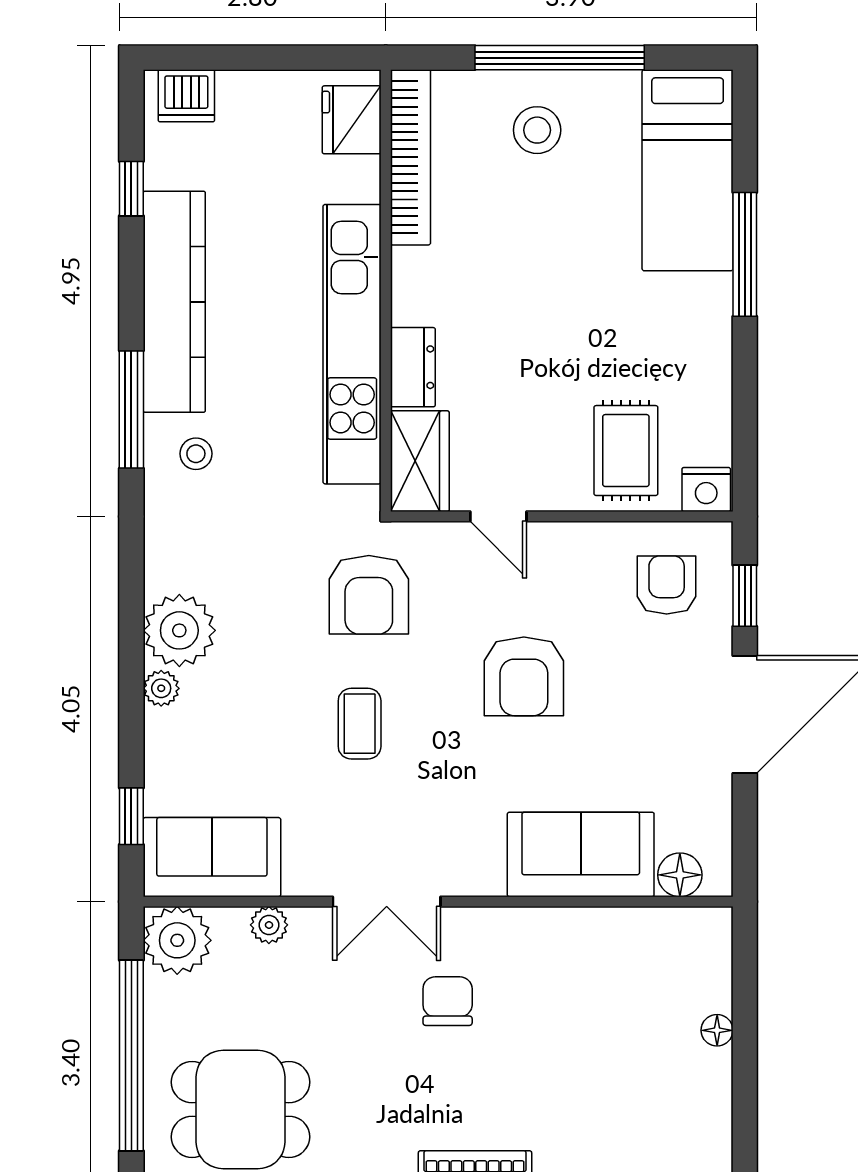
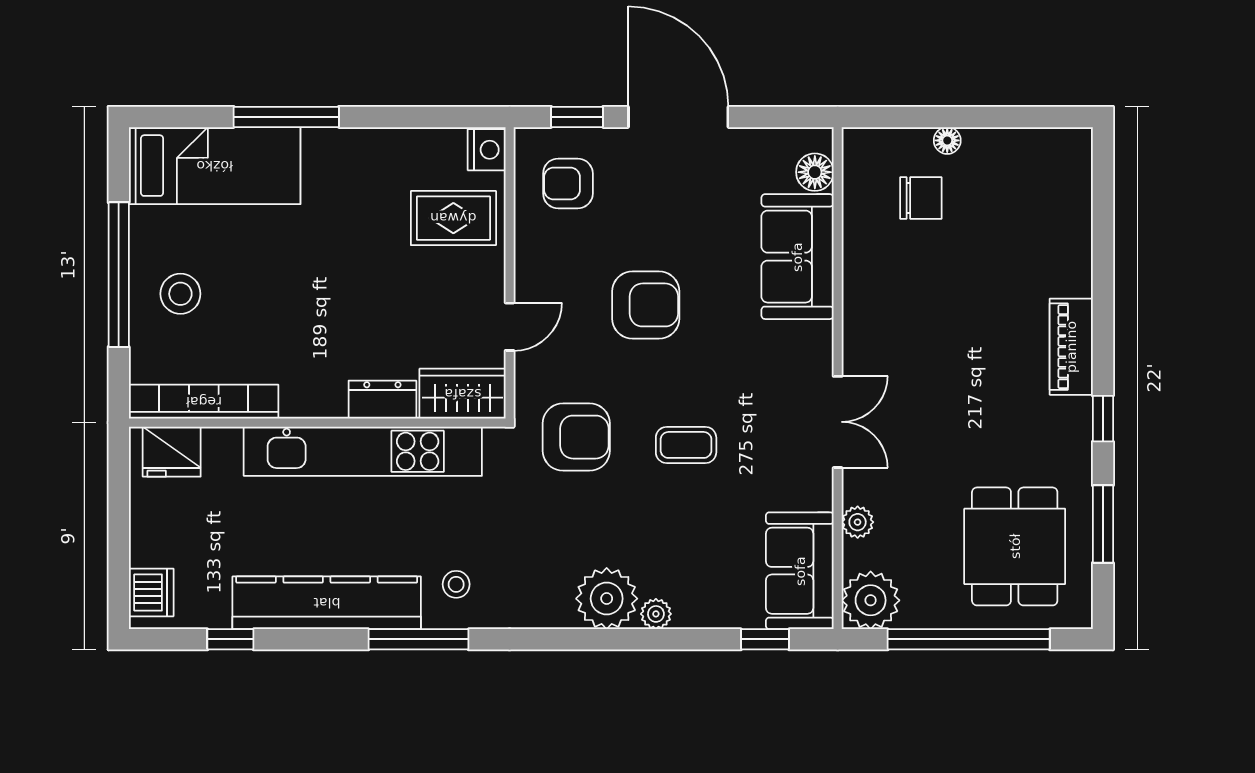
chair: (448, 1001) -> (921, 198), moved, turned 180

